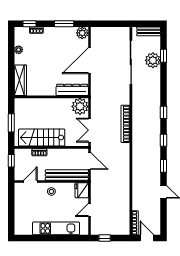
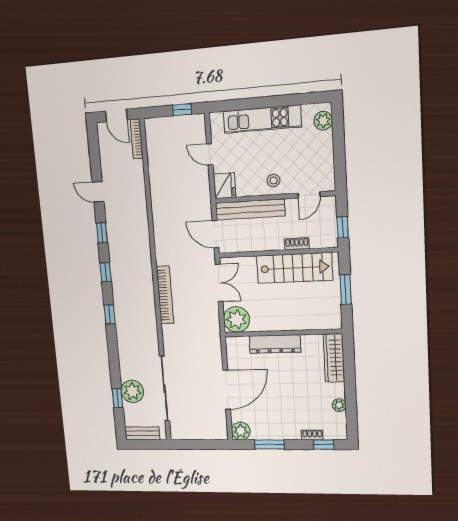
dresser: (72, 90) -> (275, 344), moved
door: (89, 210) -> (210, 154), swing flipped
plant: (20, 224) -> (323, 121), added

